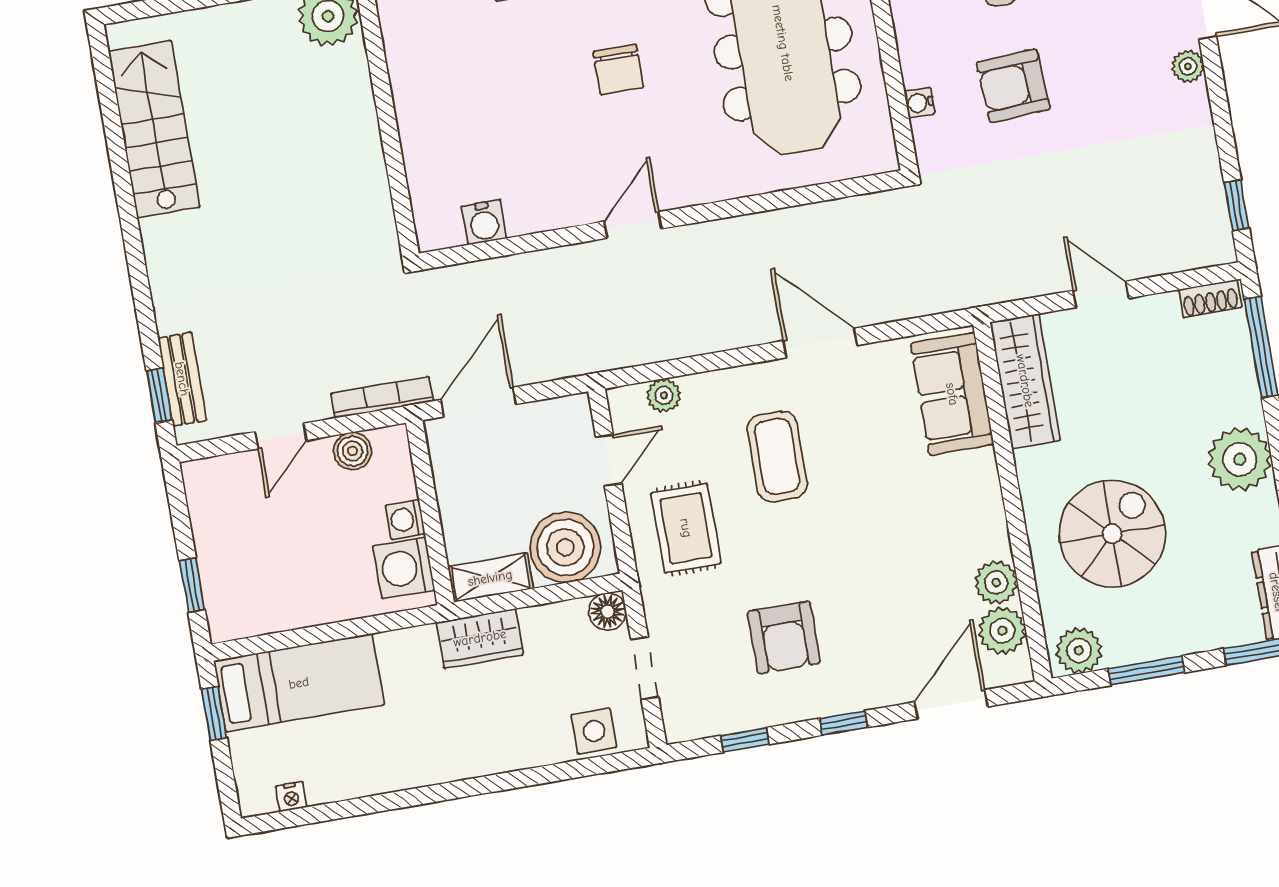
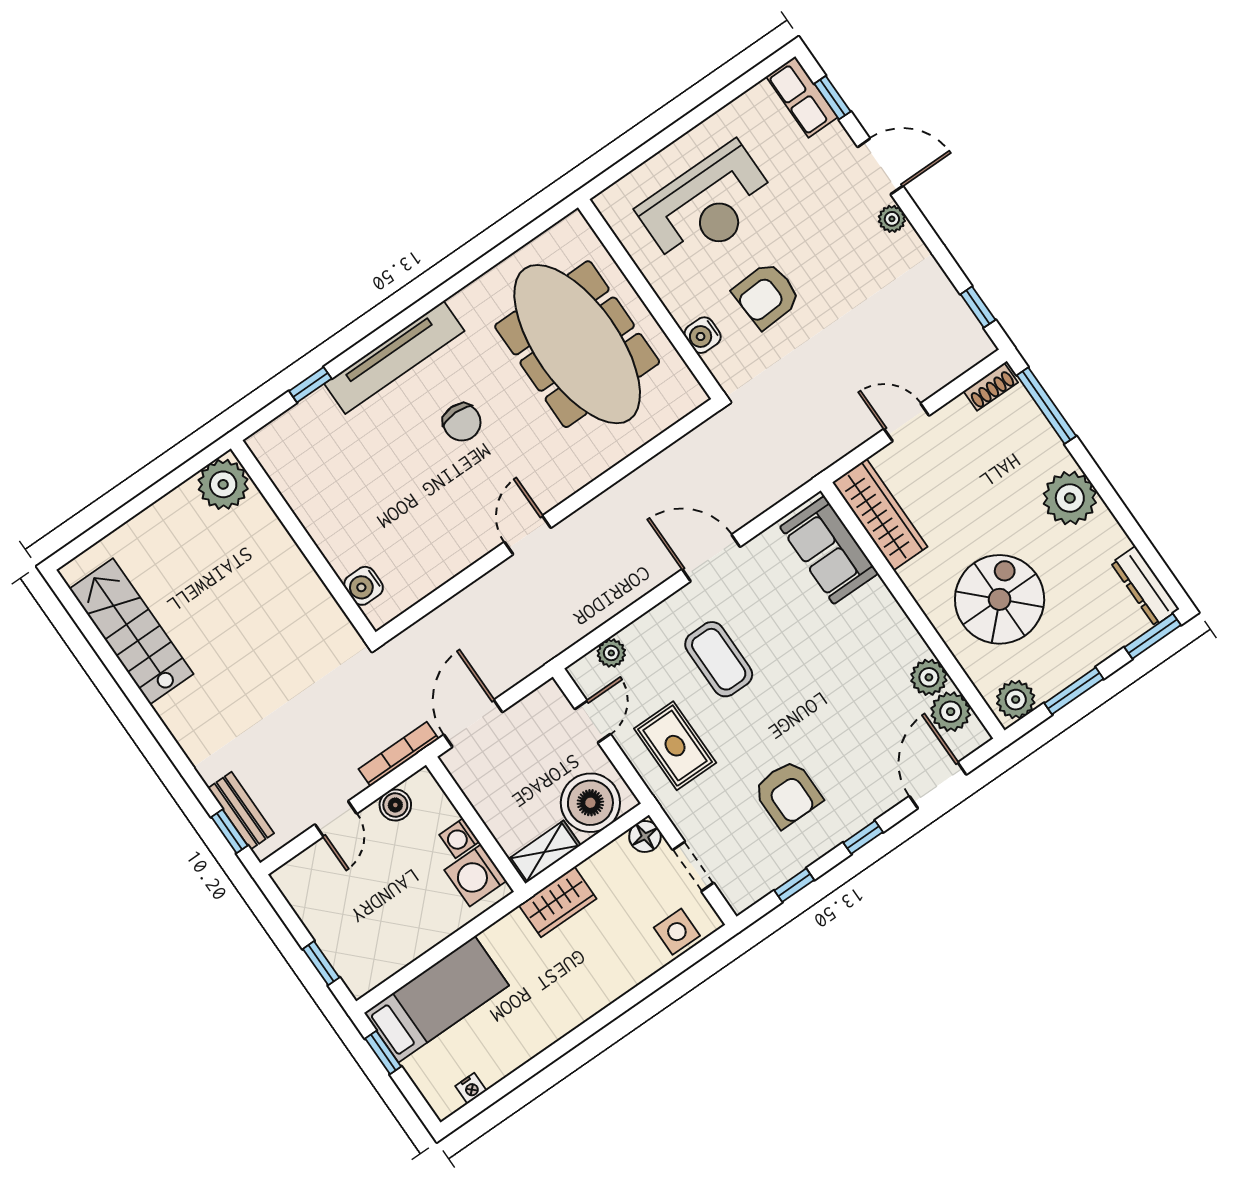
water cooler: (920, 103) -> (703, 335), width x1.38, depth x1.38
water cooler: (484, 222) -> (364, 586), moved, turned 90

